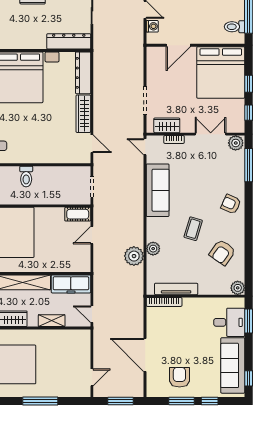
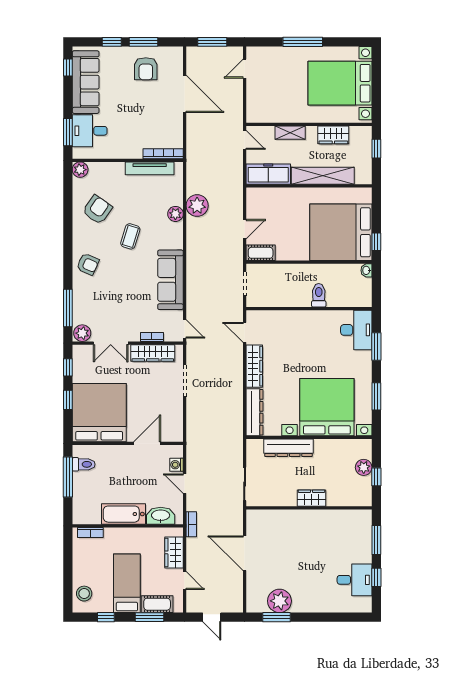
dresser: (69, 41) -> (289, 448), moved
wardrobe: (167, 125) -> (153, 353), width x1.50

